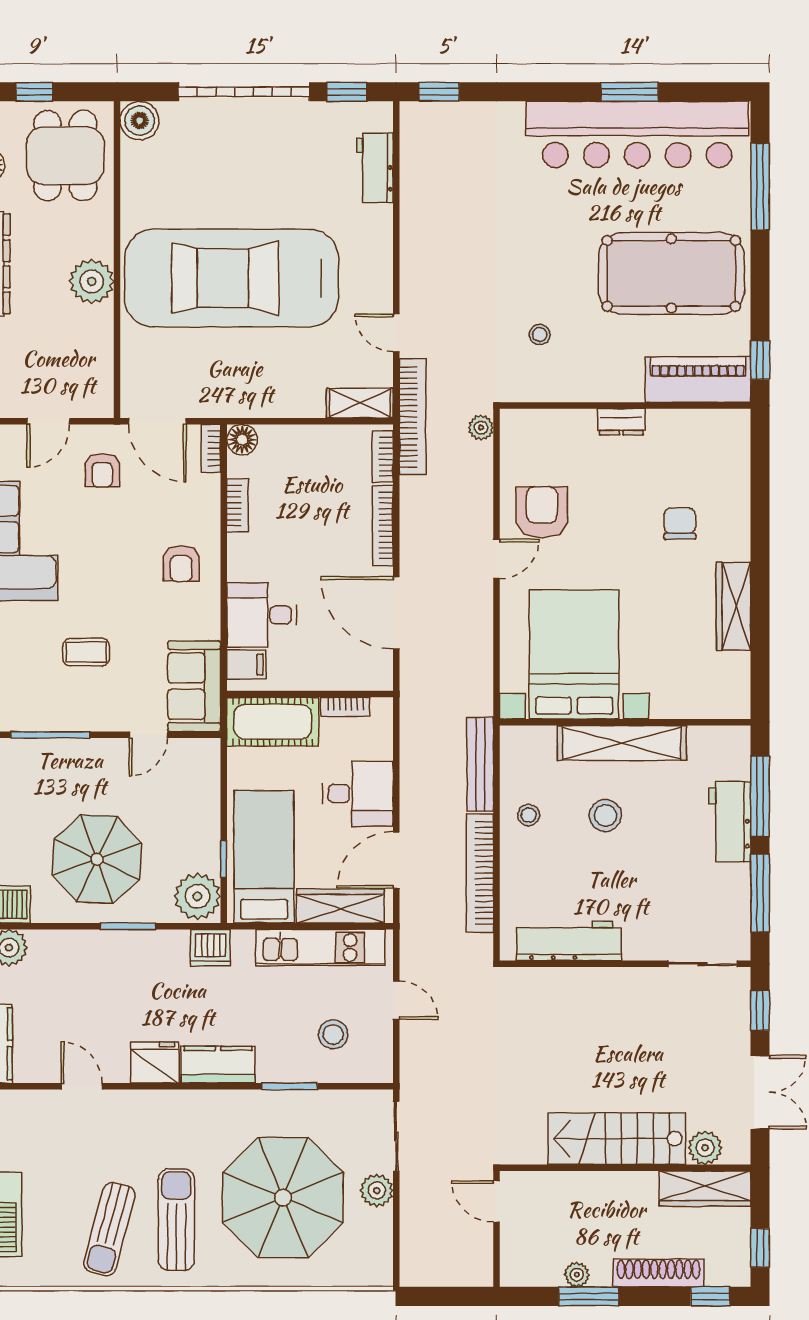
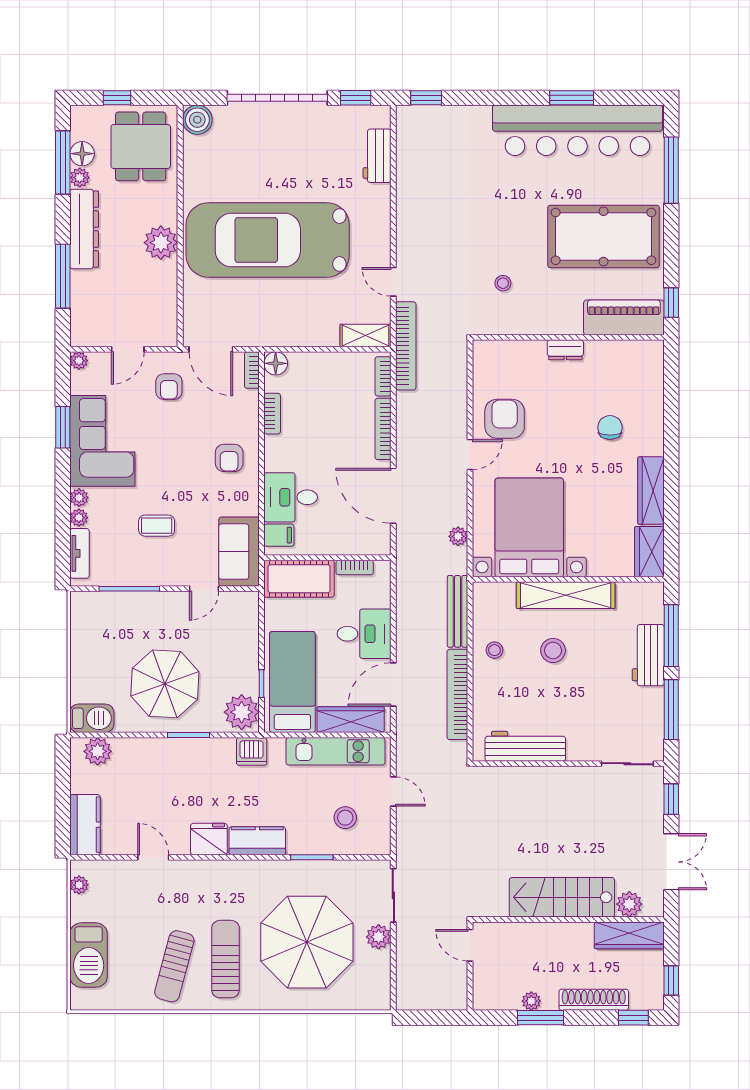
plant: (481, 428) -> (458, 536), moved
wardrobe: (731, 686) -> (649, 552), added

